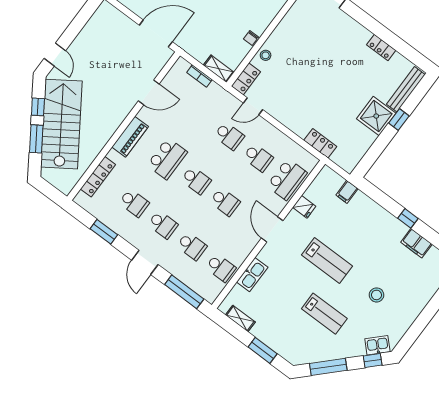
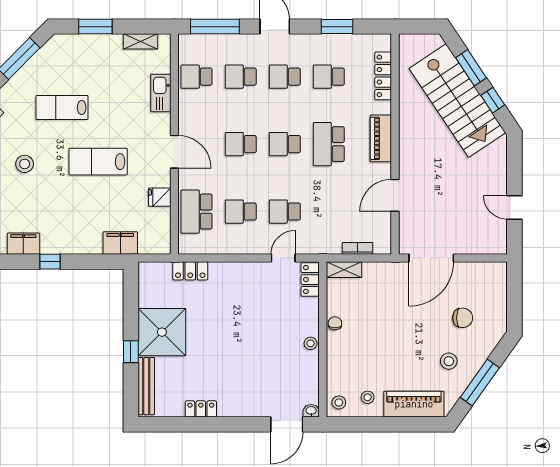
door: (55, 55) -> (514, 207), moved
stool: (266, 55) -> (311, 343), moved
shower: (376, 116) -> (162, 332), width x1.37, depth x1.37
filing cabinet: (347, 192) -> (120, 243), width x2.00

